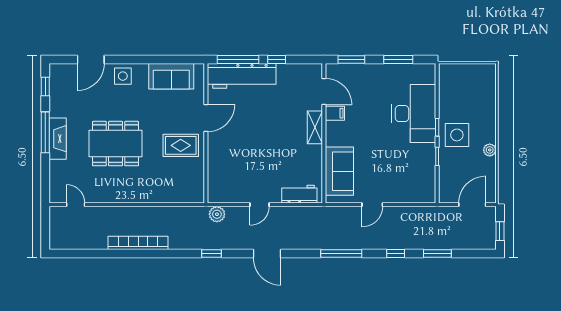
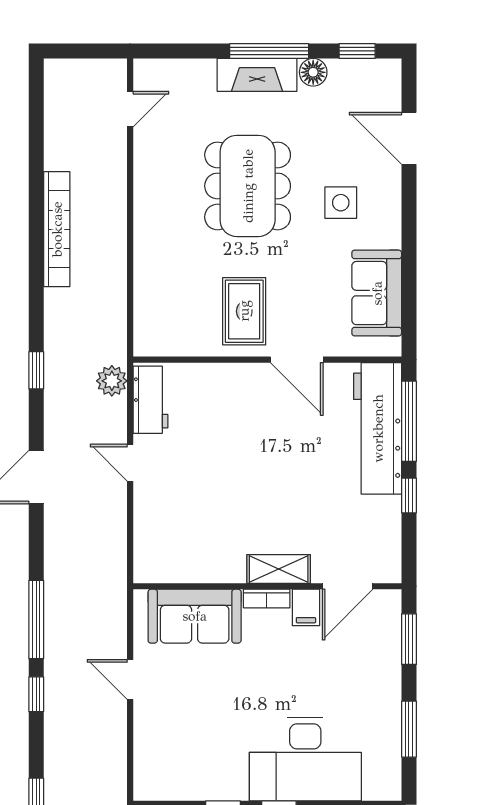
side table: (123, 76) -> (341, 203), moved
floor lamp: (56, 109) -> (313, 72), added
bookcase: (330, 134) -> (267, 599), added
workbench: (299, 194) -> (151, 400), moved
window: (396, 254) -> (36, 694), moved

